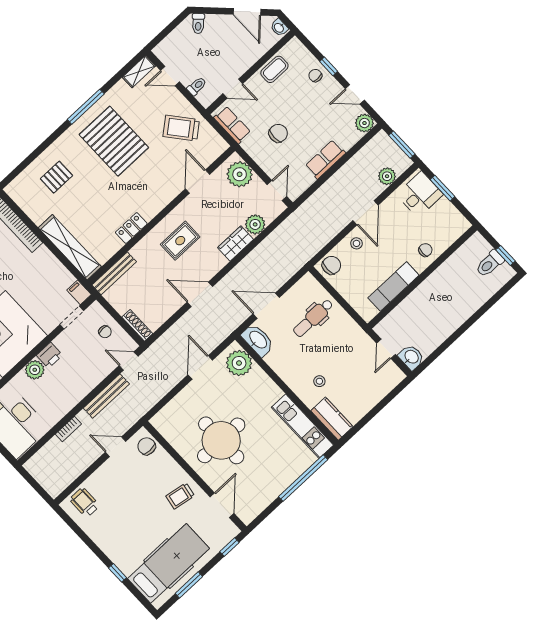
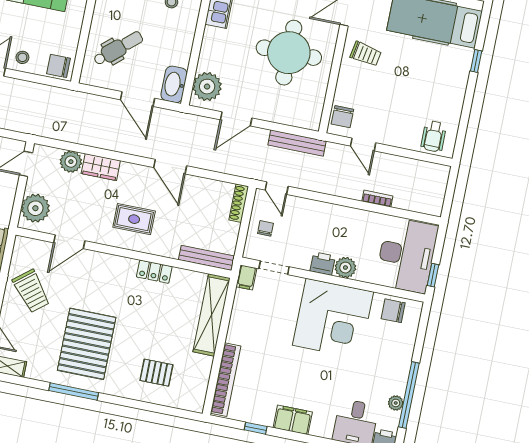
dental chair: (313, 318) -> (118, 48), turned -41
bench: (106, 396) -> (297, 143), moved

